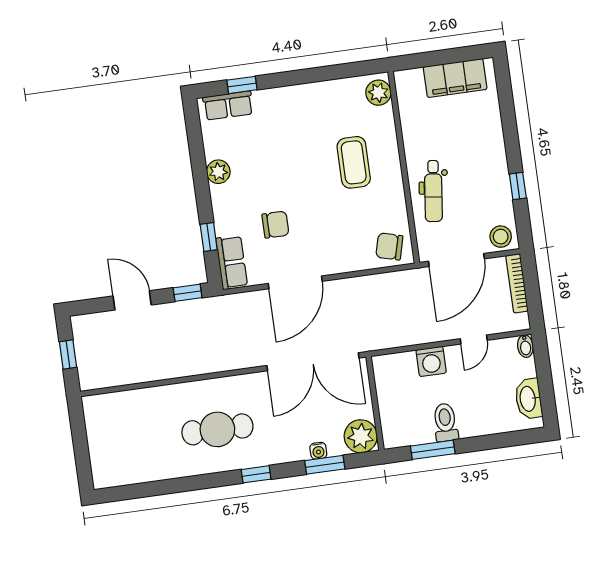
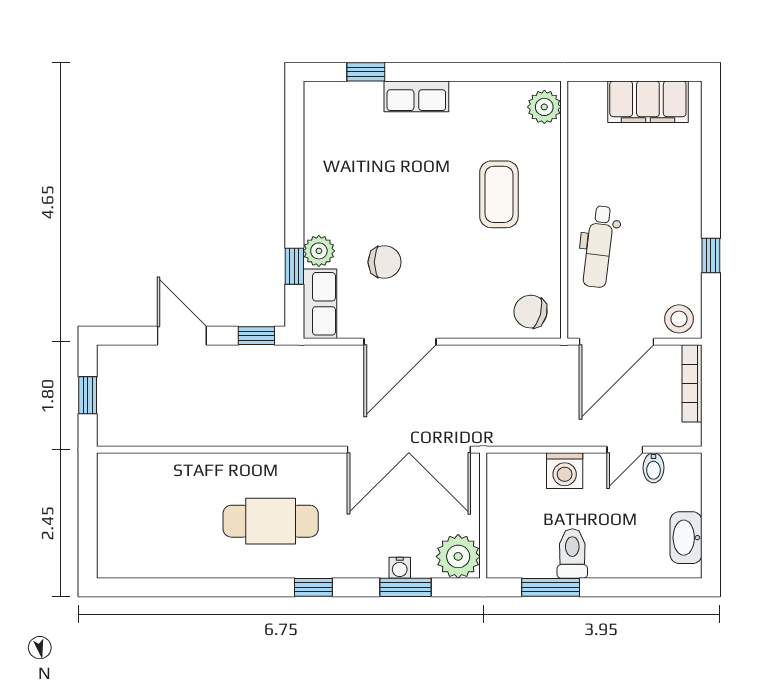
row of seats: (228, 105) -> (416, 96), moved
plant: (218, 172) -> (319, 251), moved
bidet: (525, 346) -> (653, 468), moved

